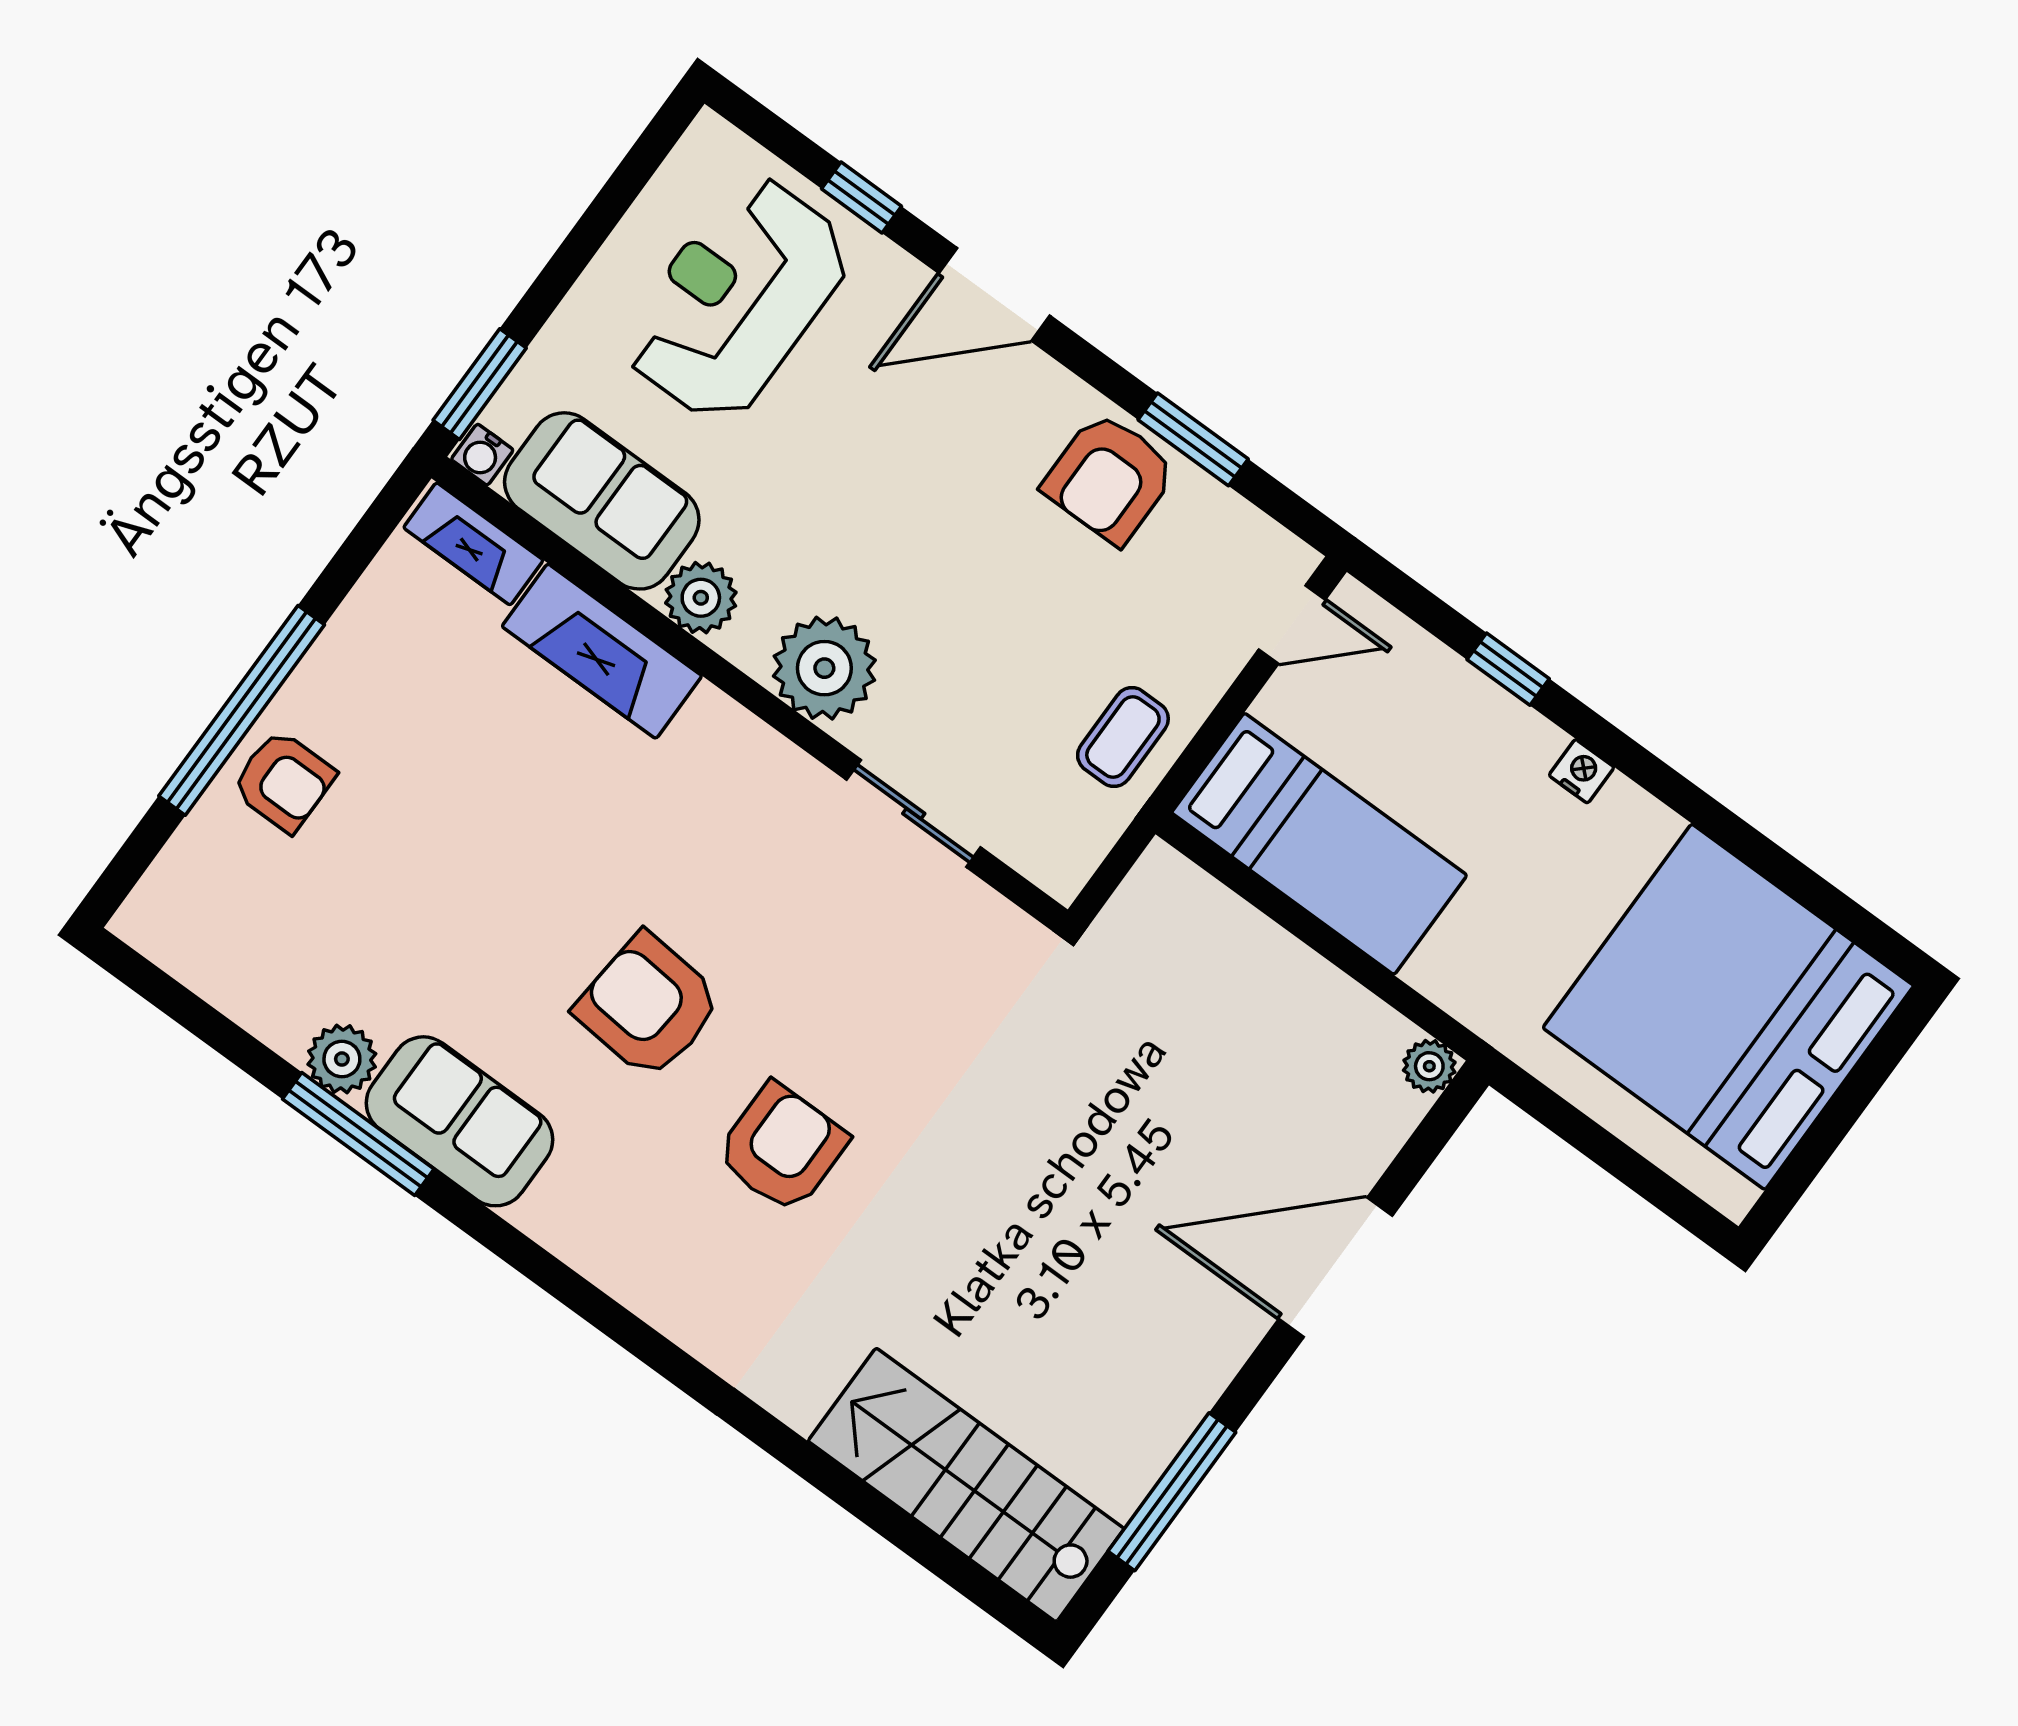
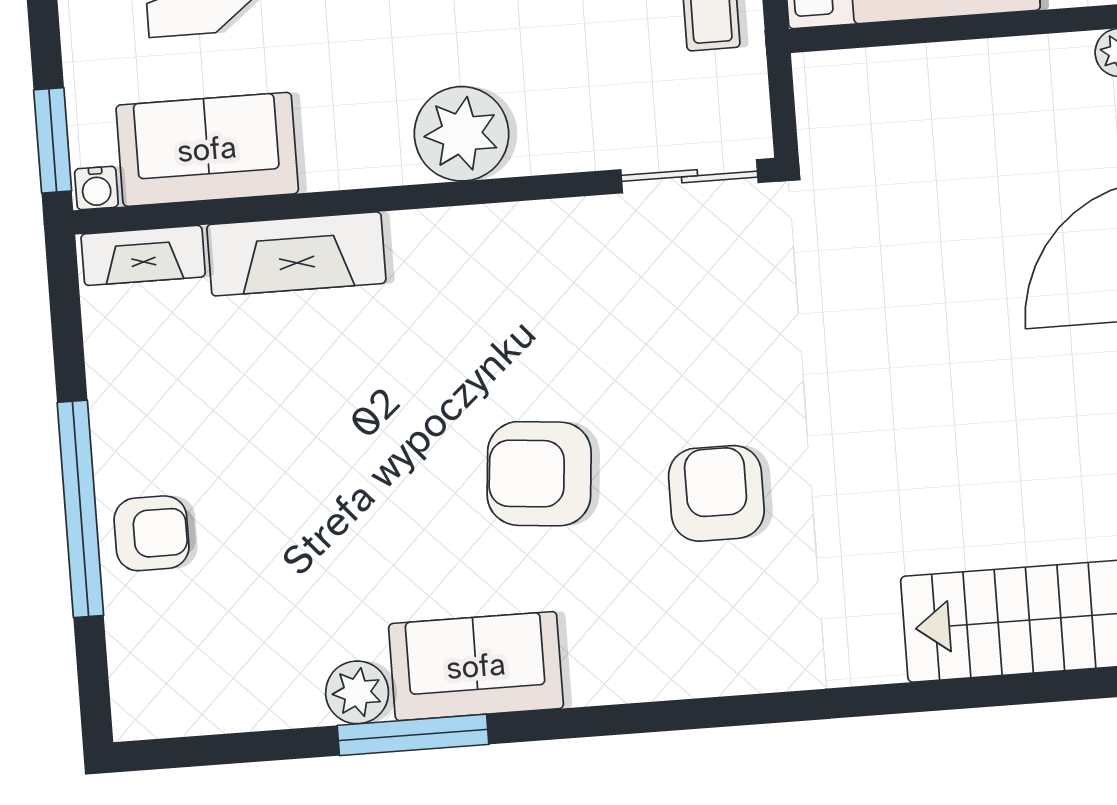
plant: (701, 598) -> (334, 158), removed
sliding door: (914, 814) -> (689, 176), moved

